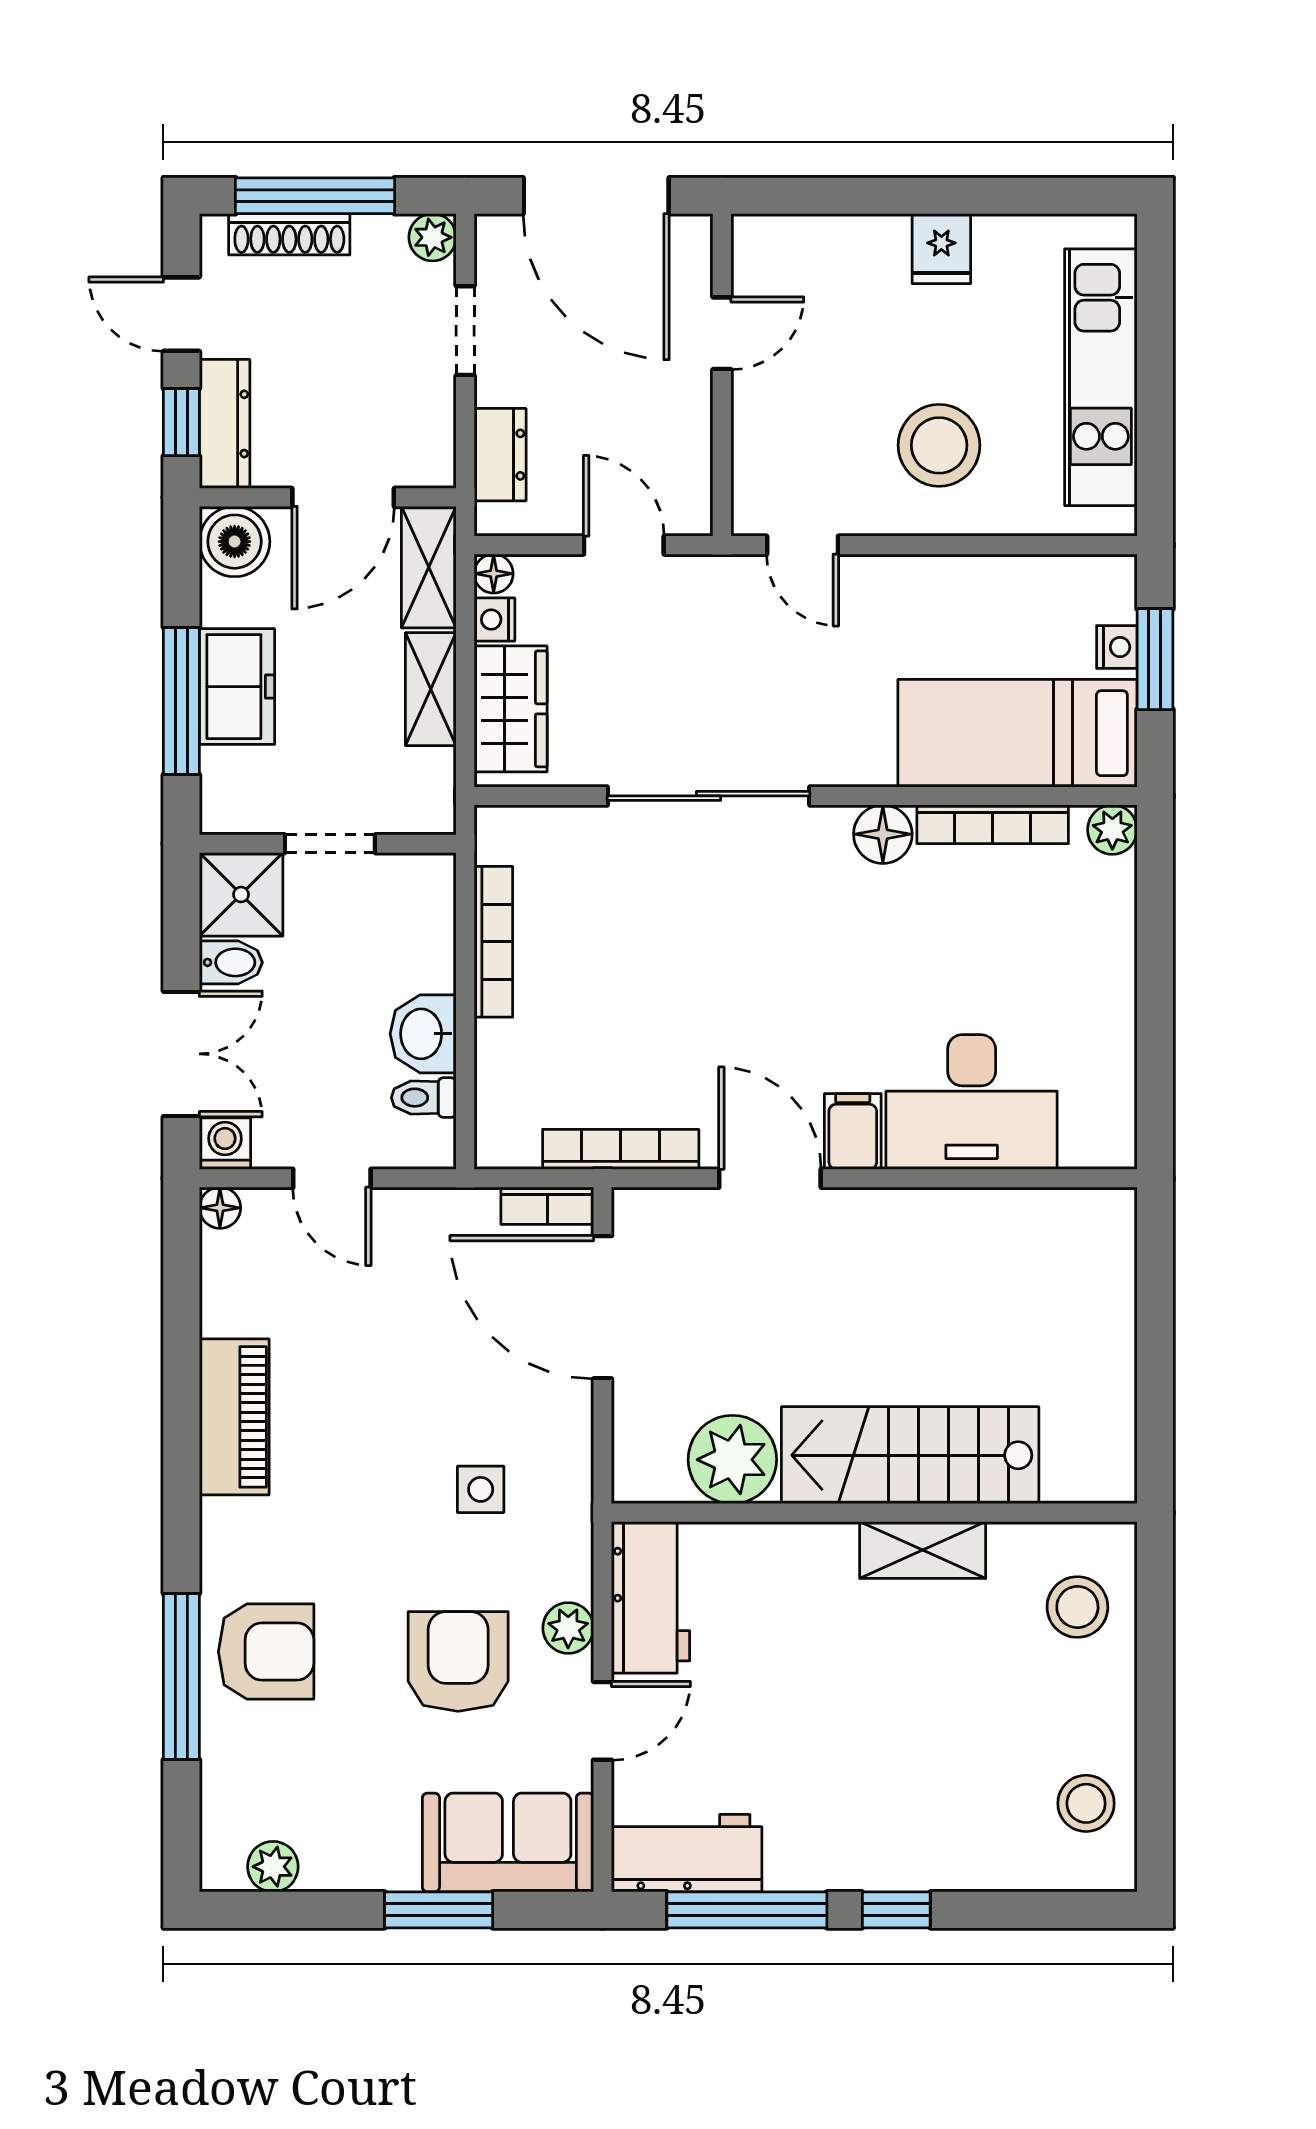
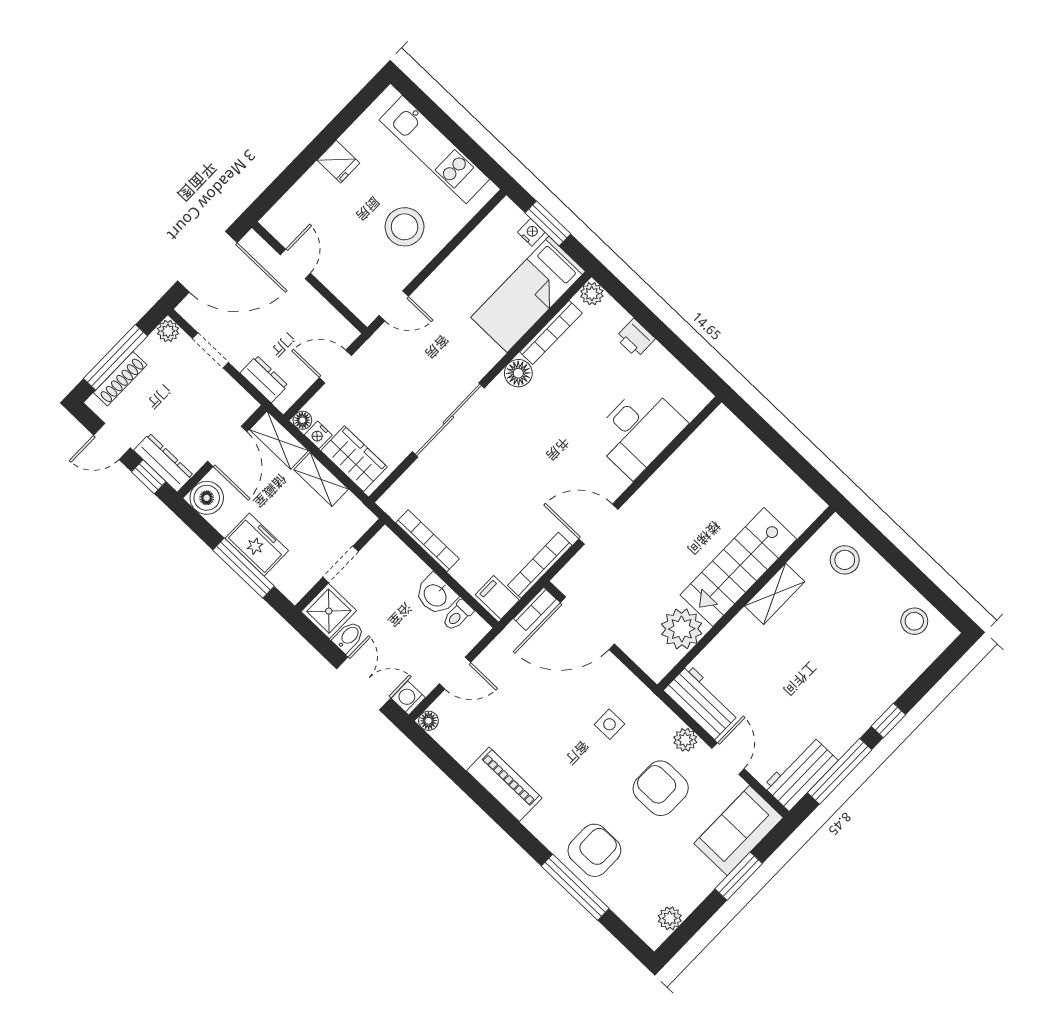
printer: (1108, 961) -> (635, 338), added
filing cabinet: (853, 1131) -> (497, 597), moved

